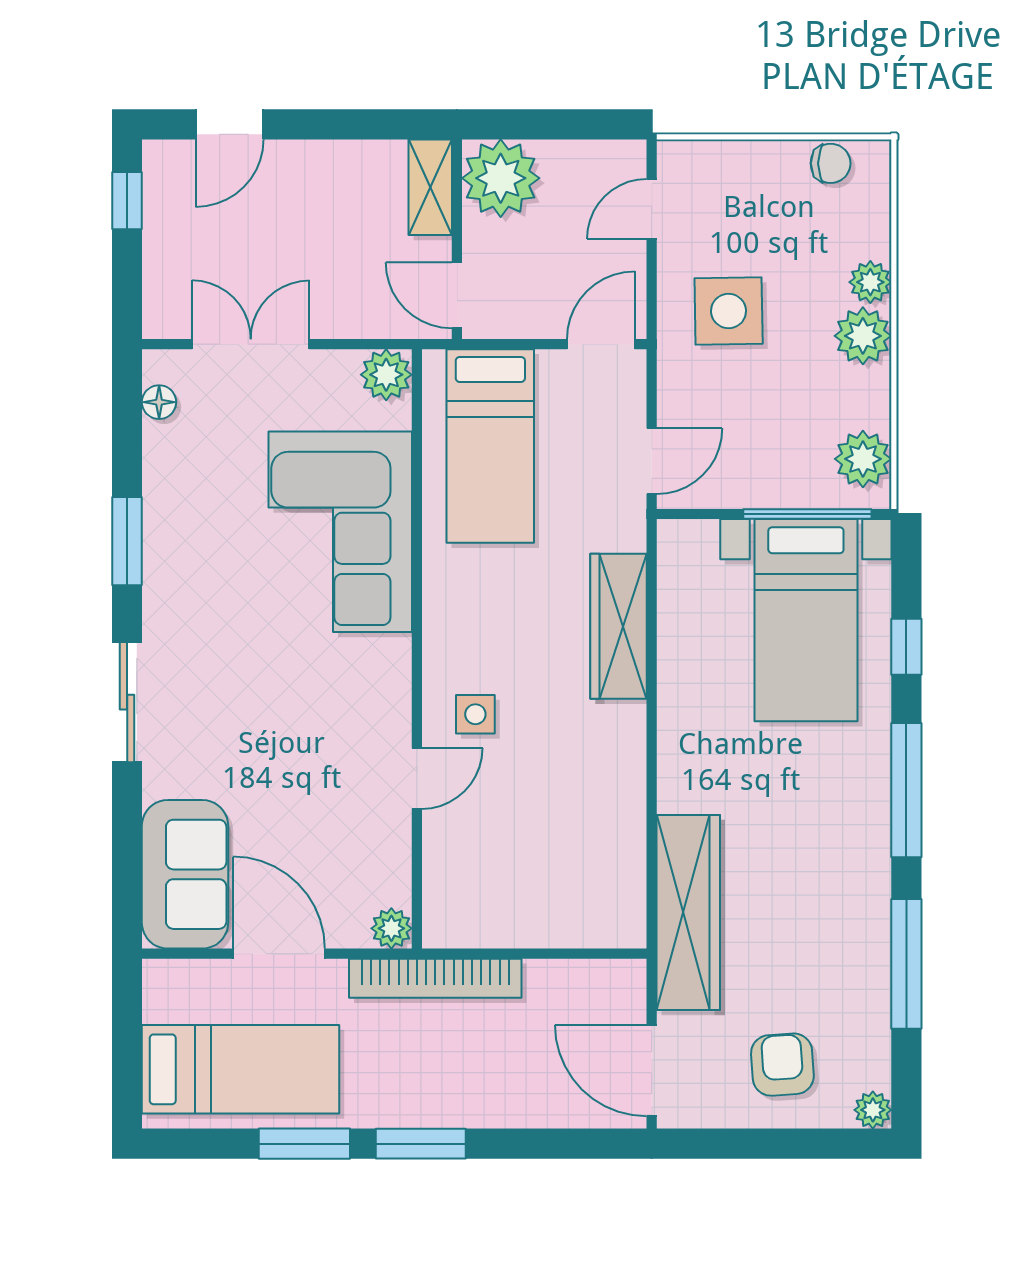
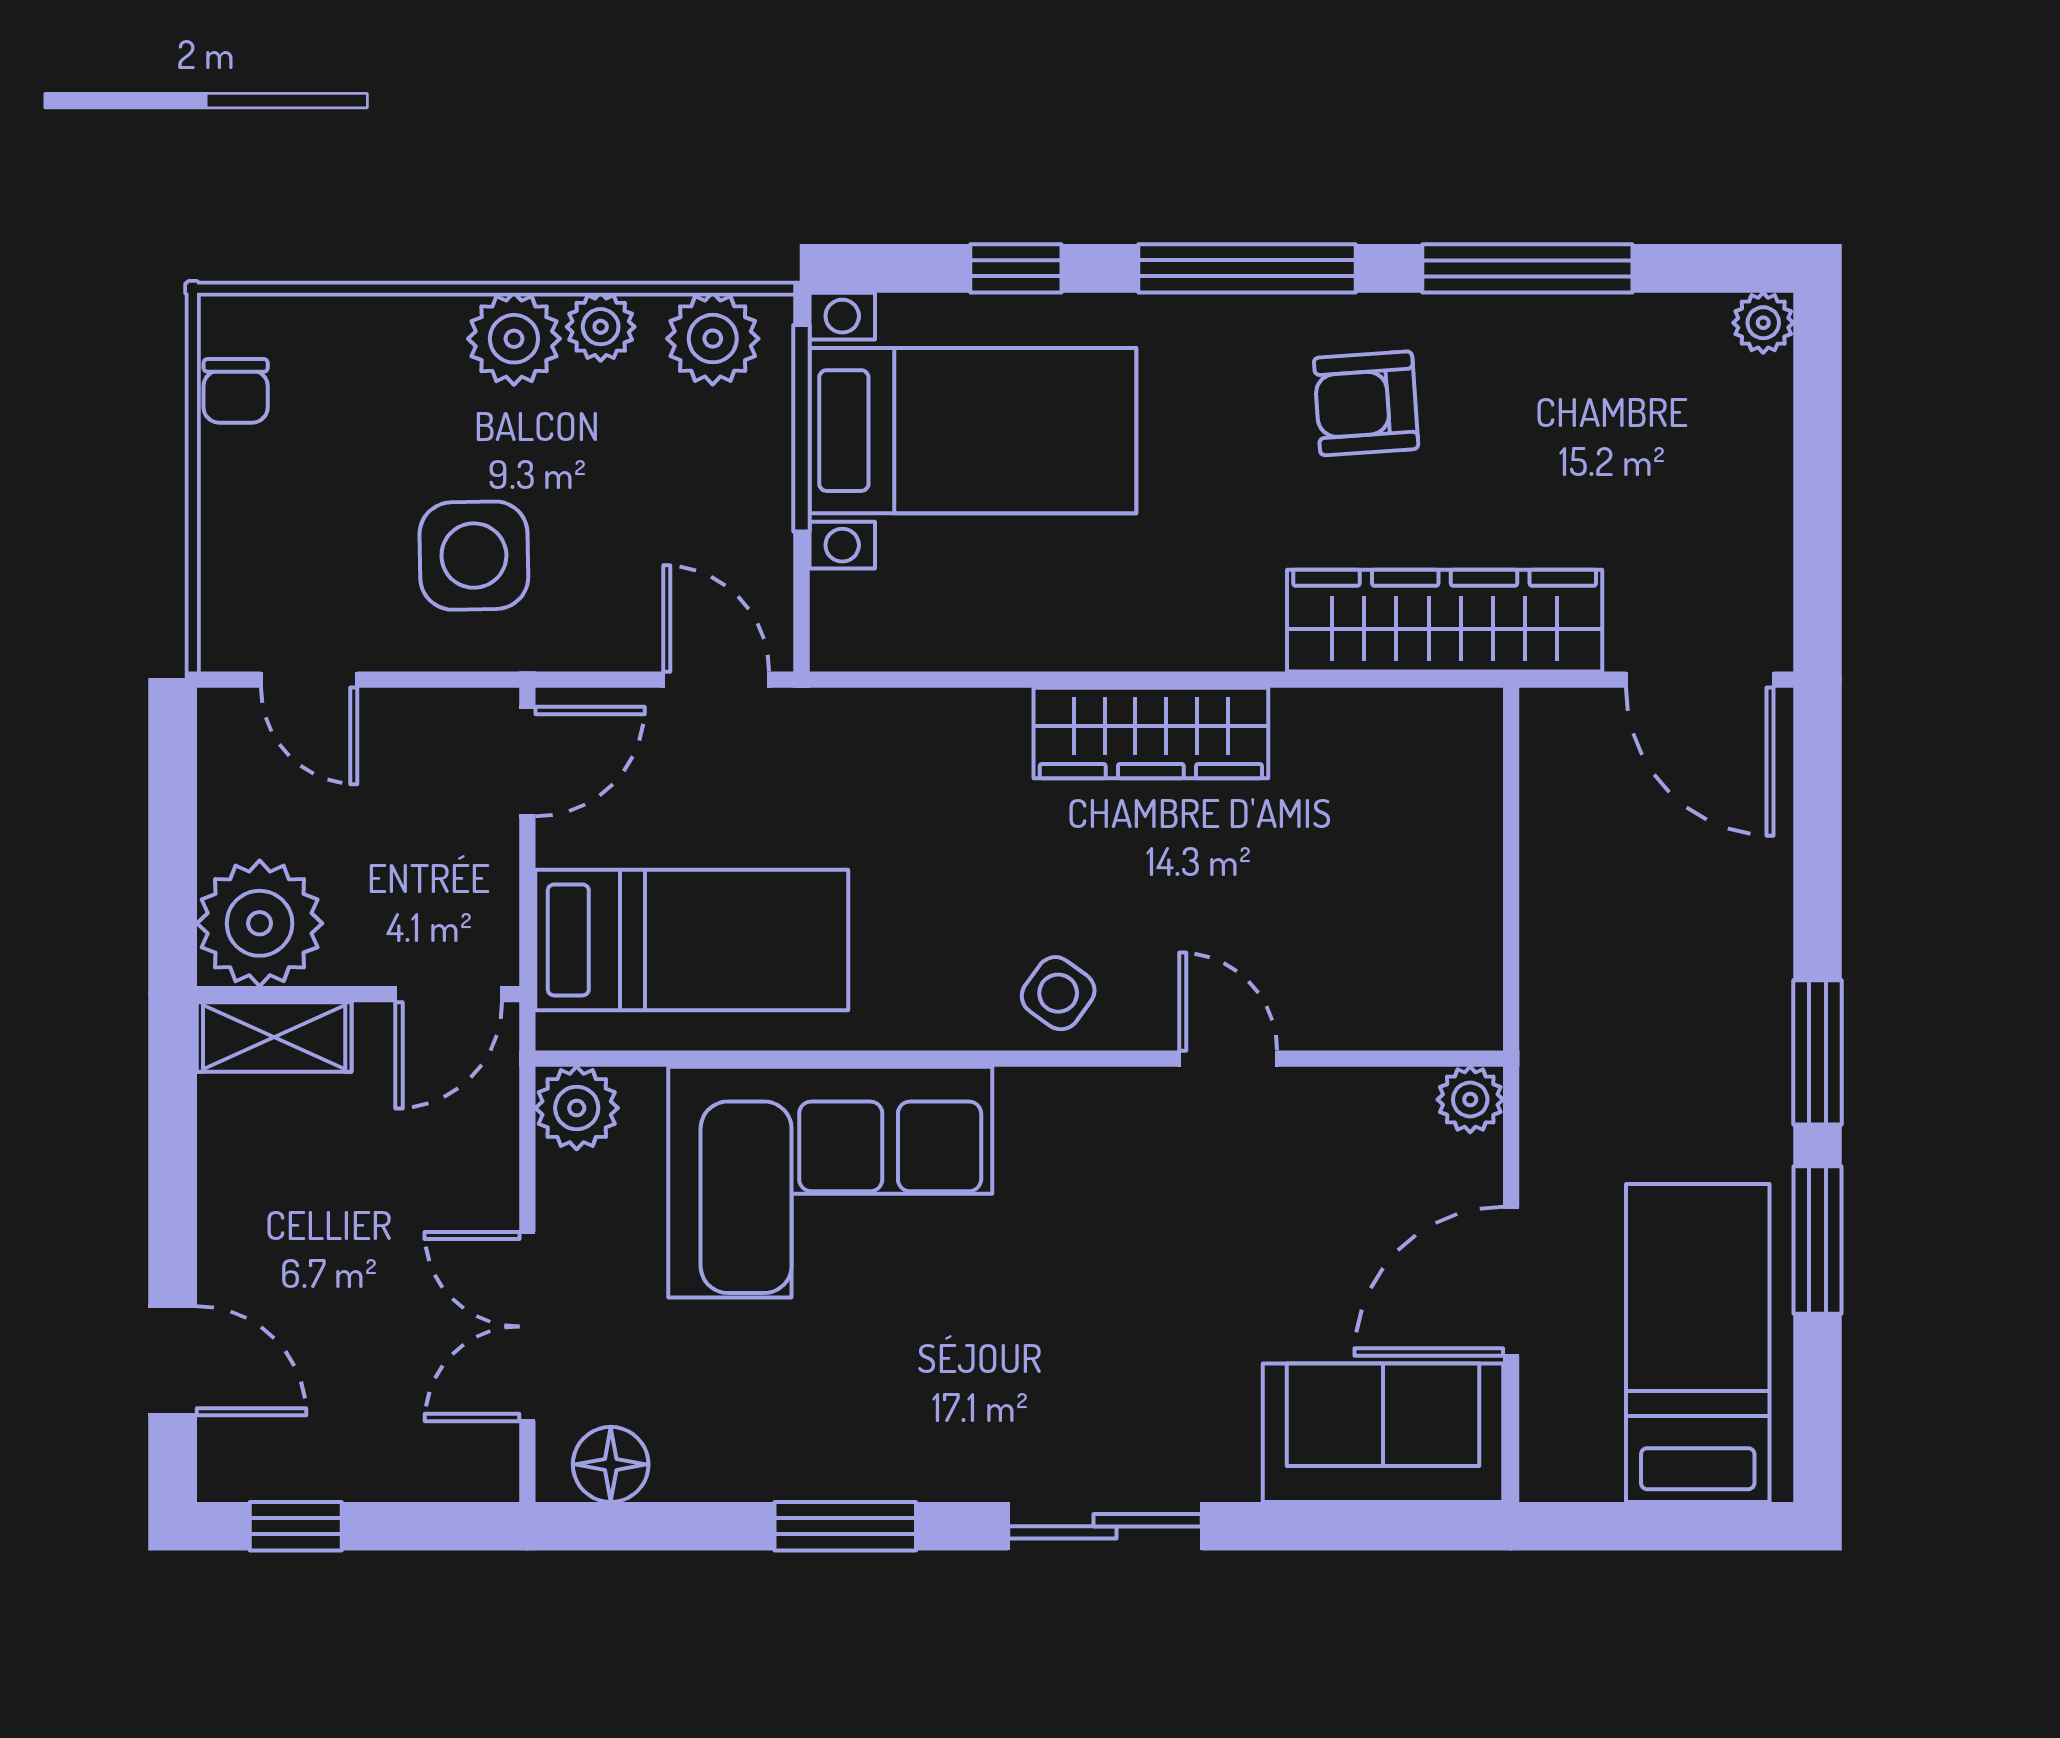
chair: (831, 163) -> (236, 391), turned 180
plant: (870, 282) -> (601, 327), moved
door: (601, 344) -> (527, 761), swing flipped
floor lamp: (159, 402) -> (611, 1464), width x1.37, depth x1.37
wardrobe: (619, 626) -> (1151, 733), moved
side table: (475, 714) -> (1058, 993), moved, turned 36
bookcase: (435, 978) -> (1551, 1029), removed
armchair: (782, 1065) -> (1366, 403), moved
door: (652, 1071) -> (1700, 680), hinge flipped

